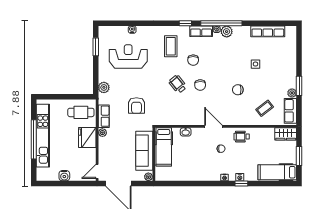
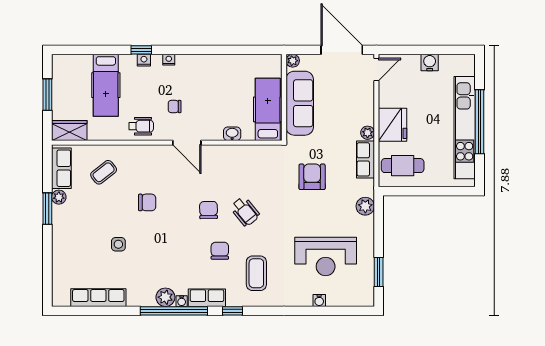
hospital bed: (277, 172) -> (106, 85), moved, turned 90

